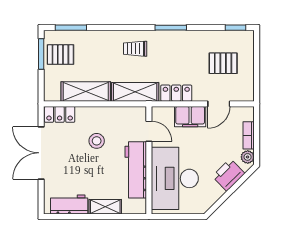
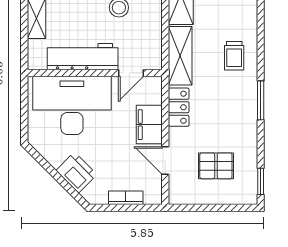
trolley: (135, 49) -> (234, 56), turned 180
pallet: (223, 63) -> (216, 166), turned 90
plant: (248, 157) -> (99, 196), removed

